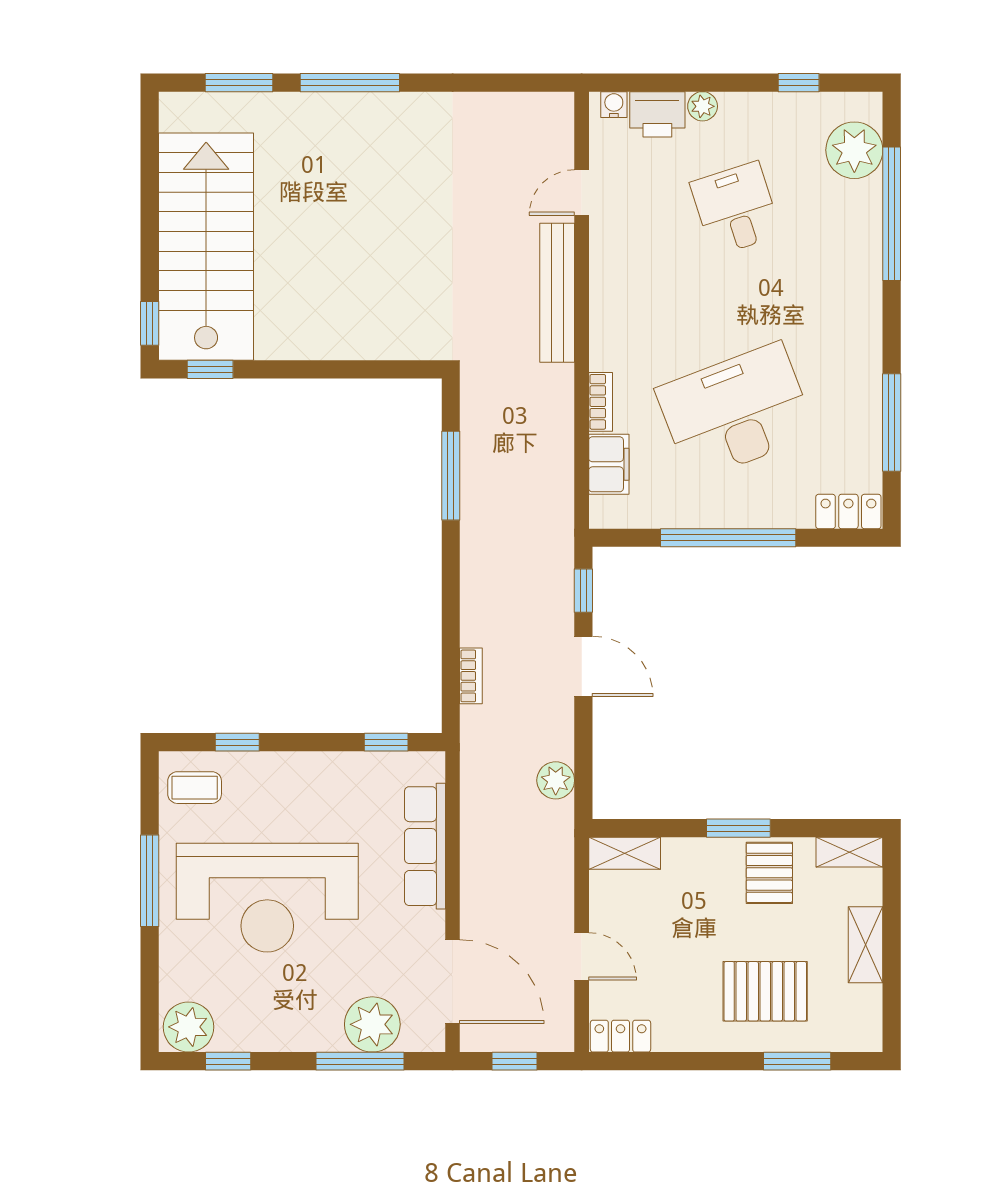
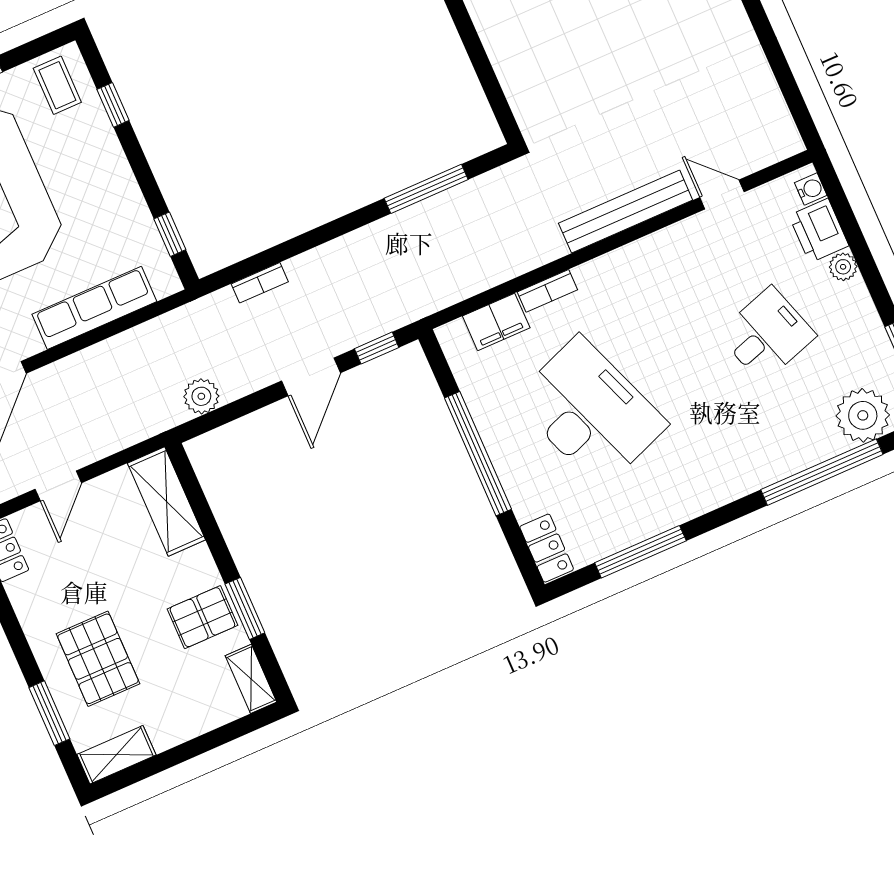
window: (738, 828) -> (245, 608), moved
shelving: (625, 853) -> (166, 501), width x1.50, depth x1.33
shelving: (866, 945) -> (116, 755), moved

